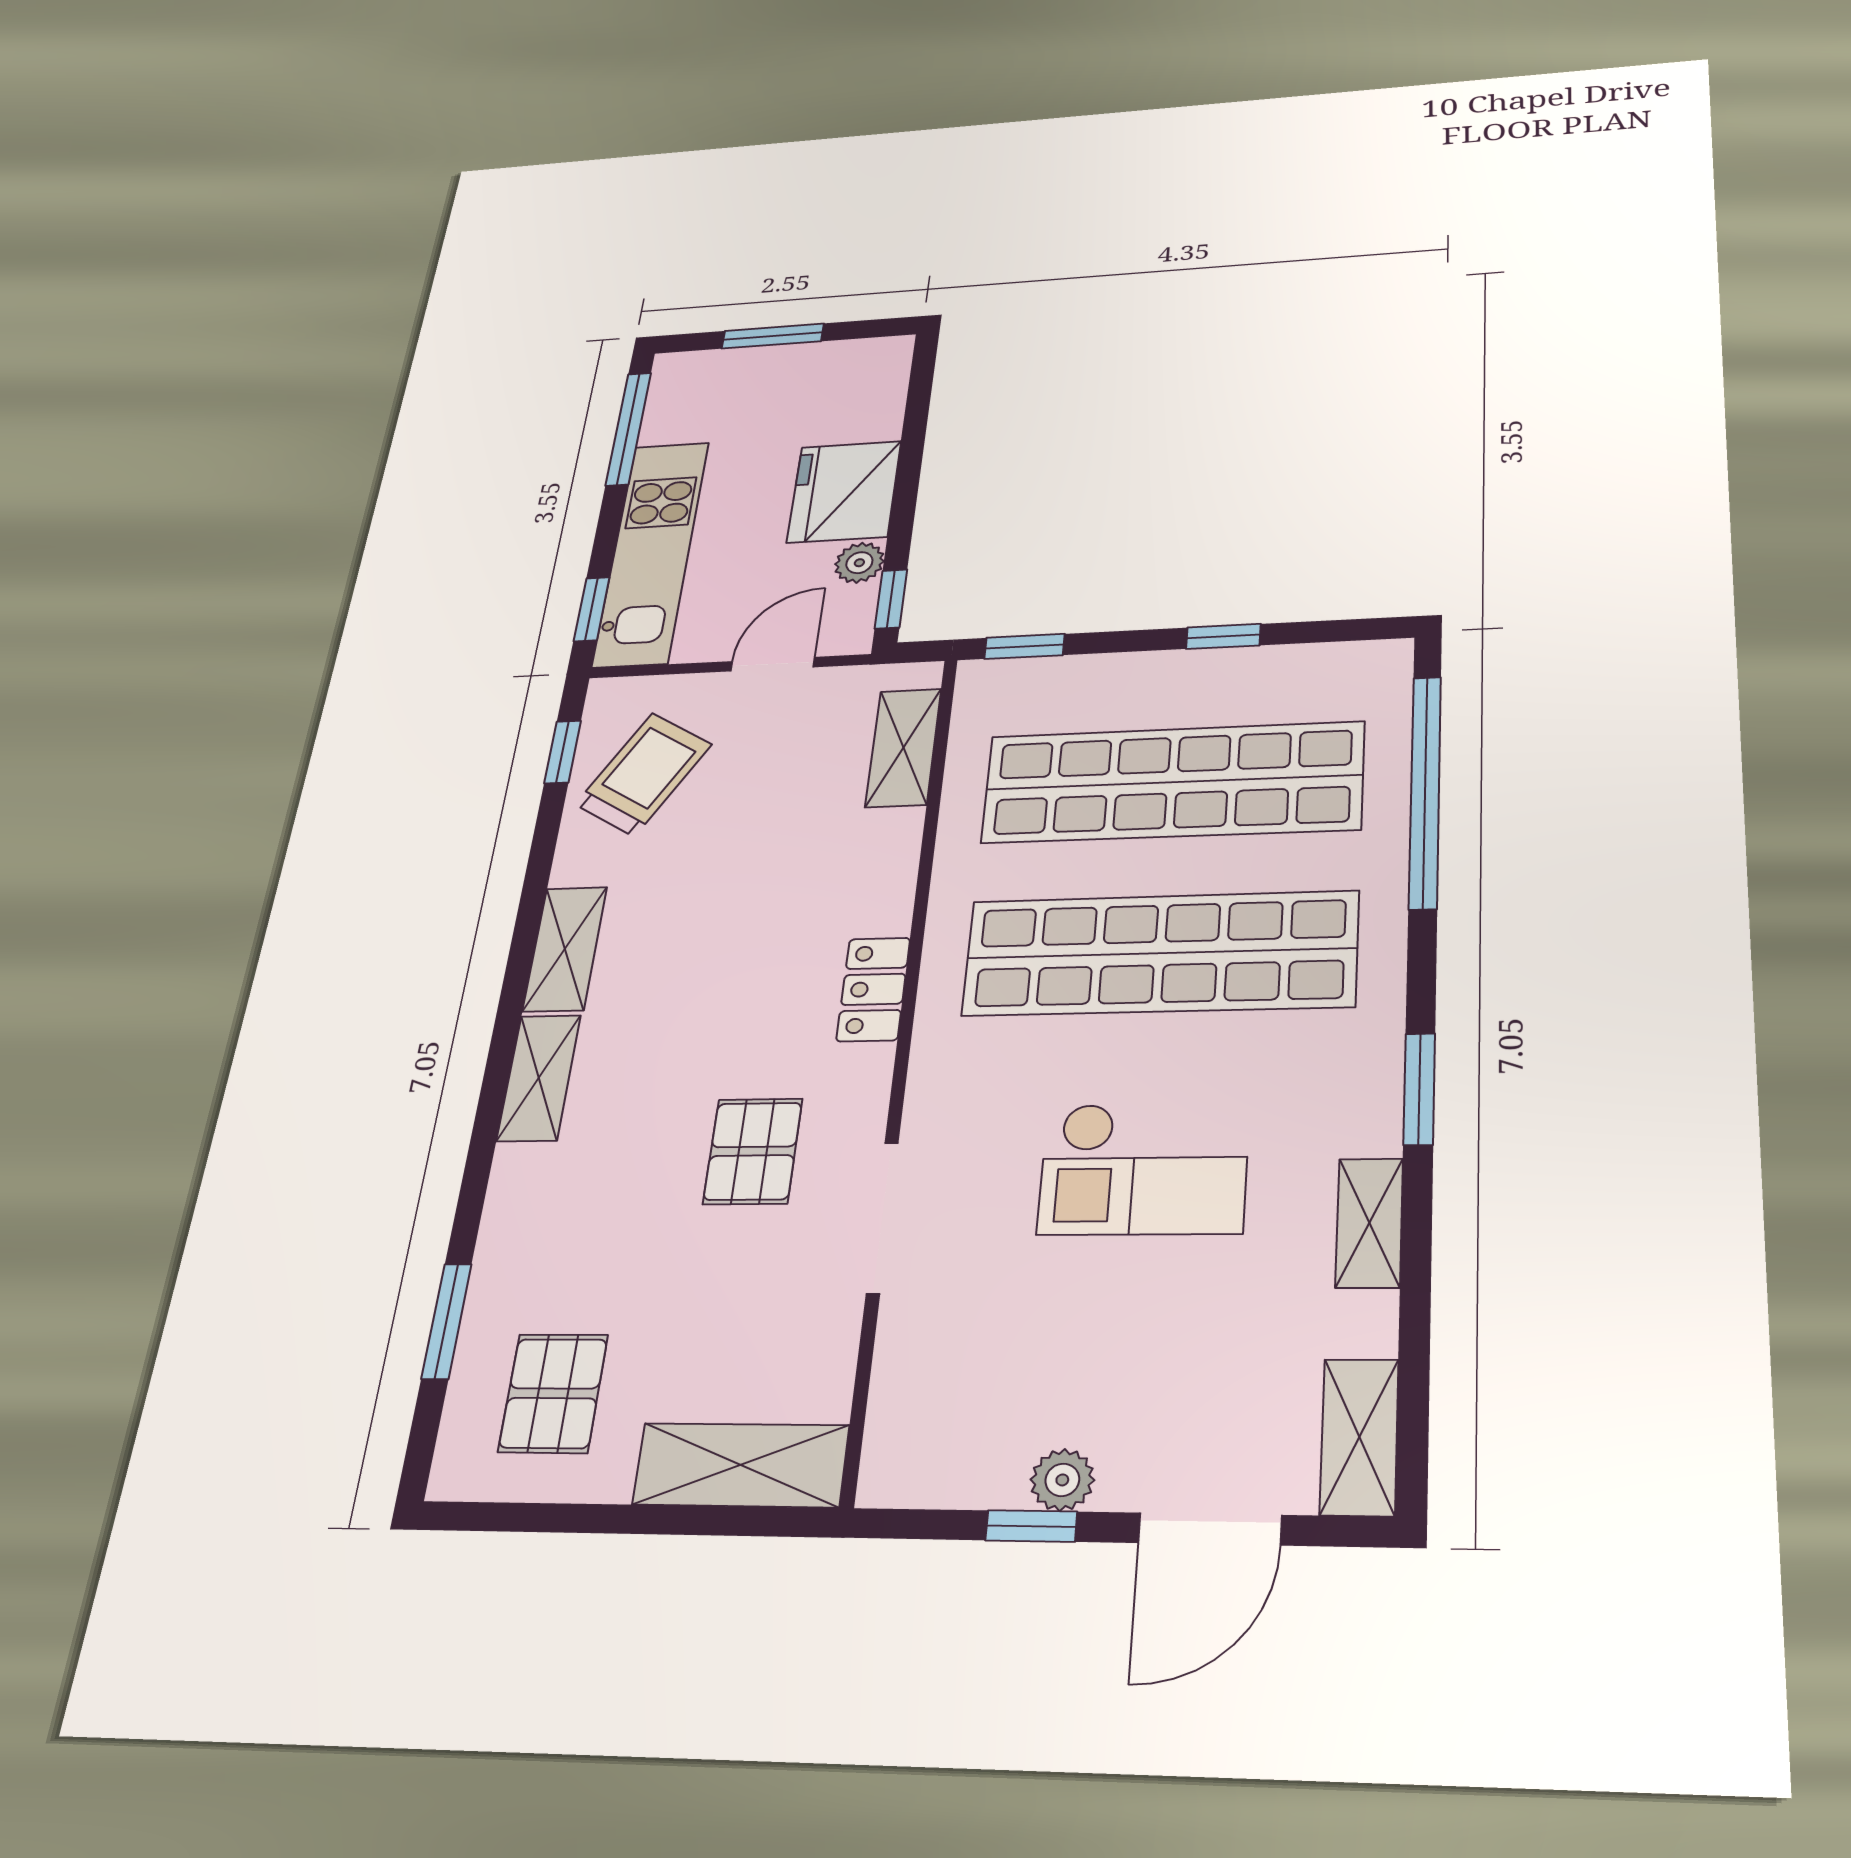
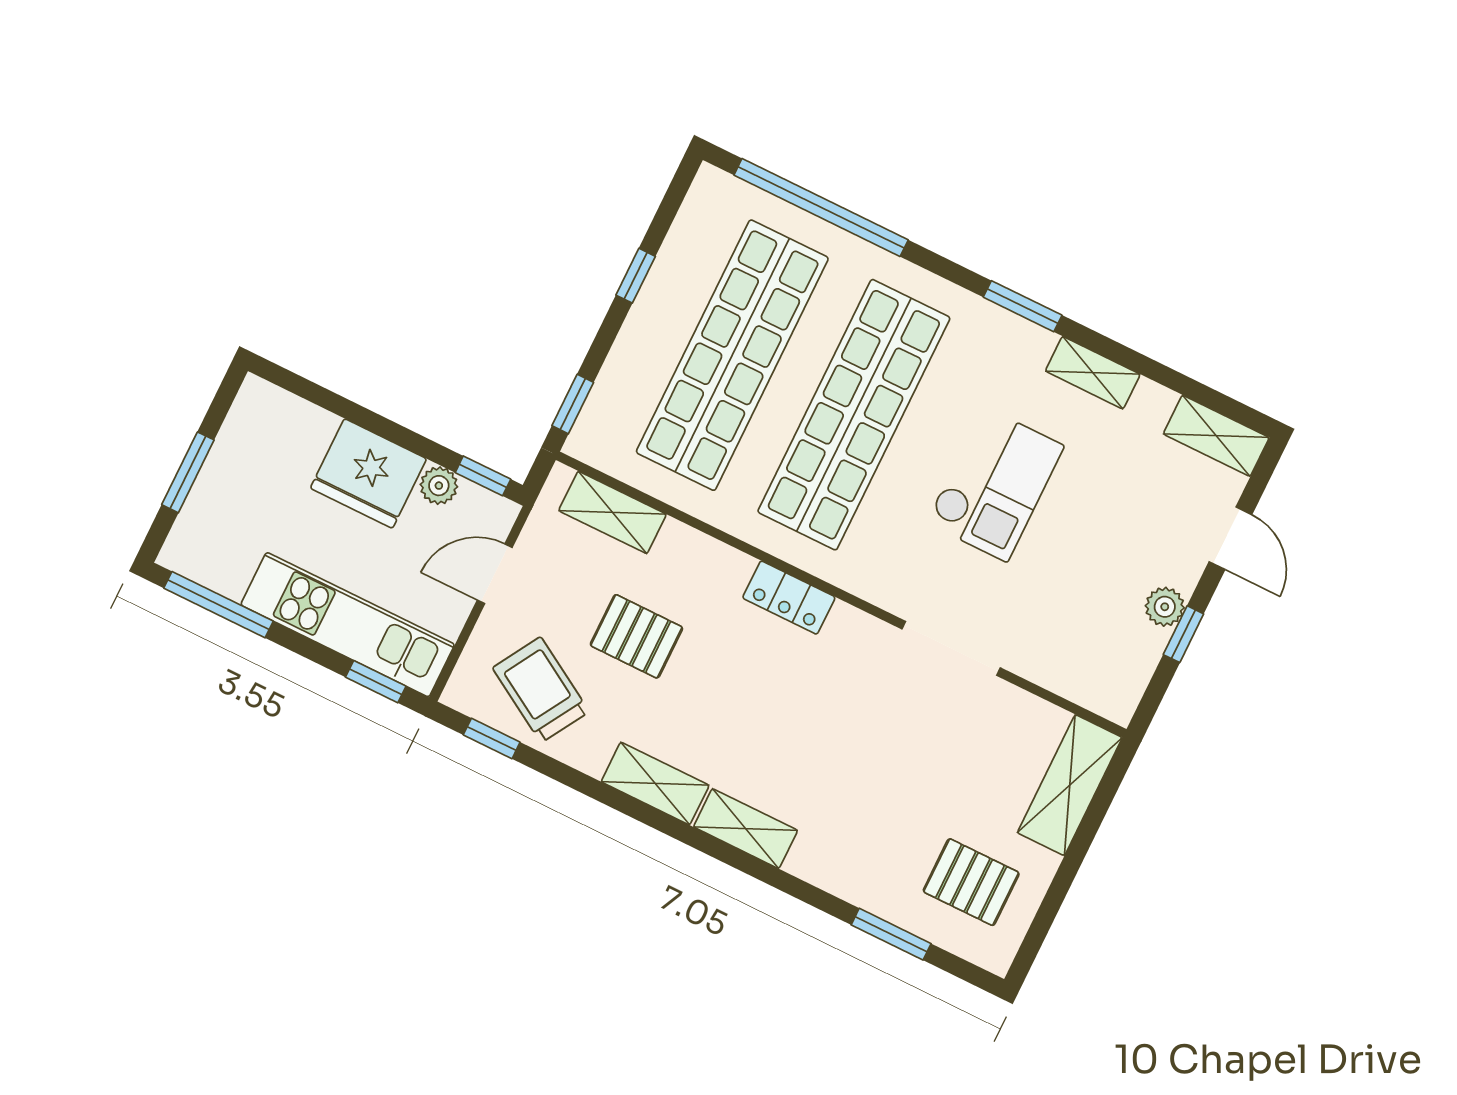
door: (773, 664) -> (495, 574), hinge flipped
pallet: (753, 1151) -> (636, 636), moved
door: (1210, 1529) -> (1230, 538), width x0.73

